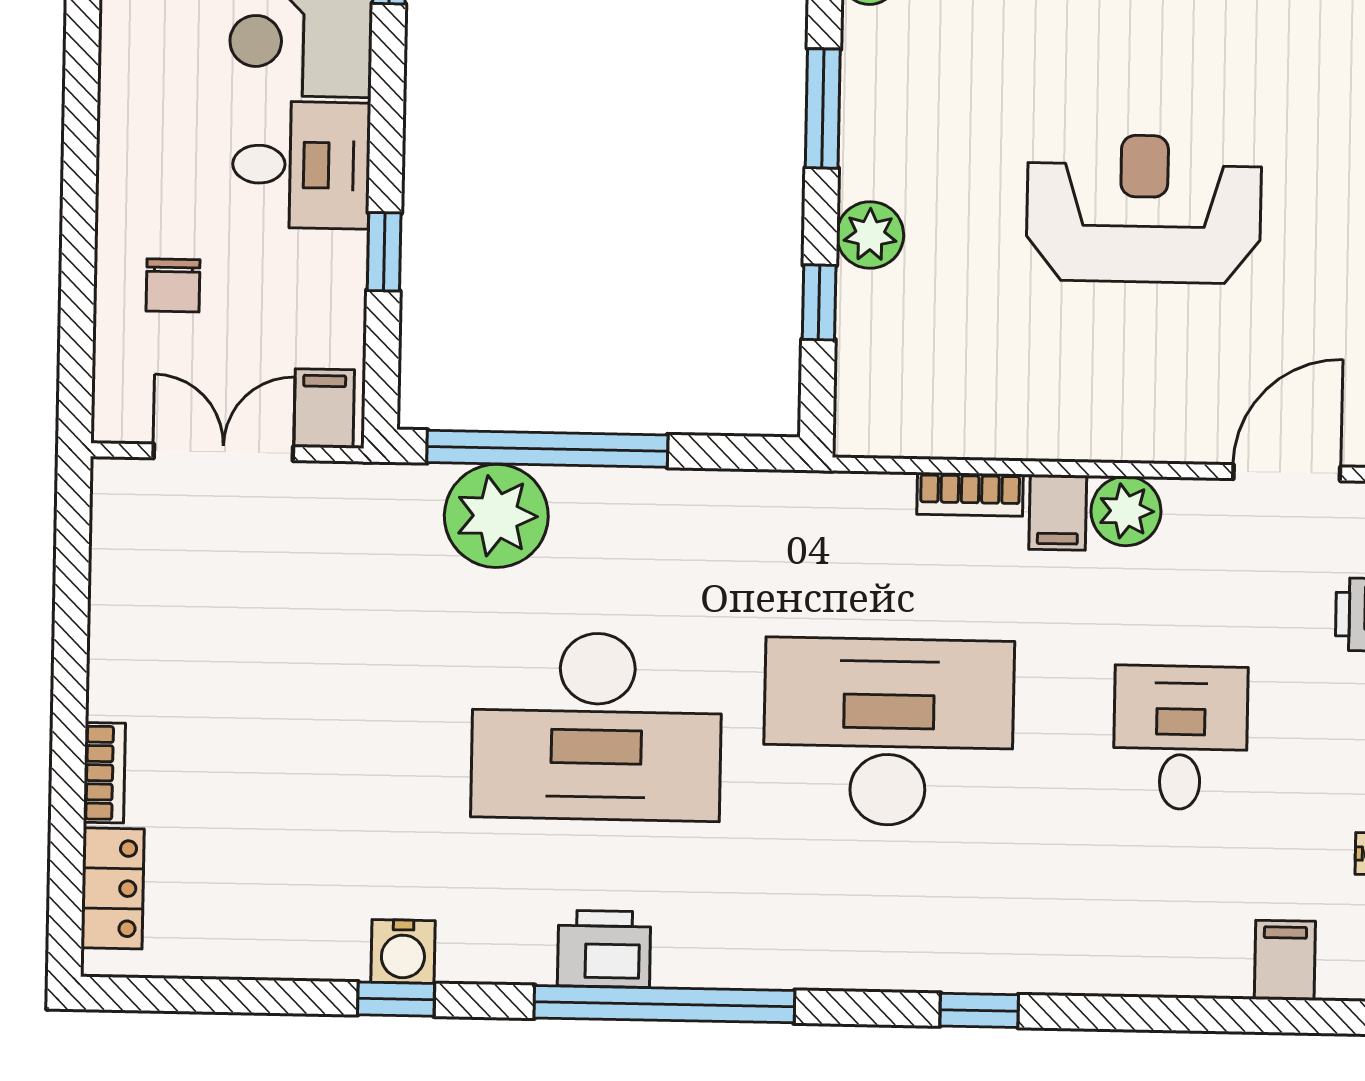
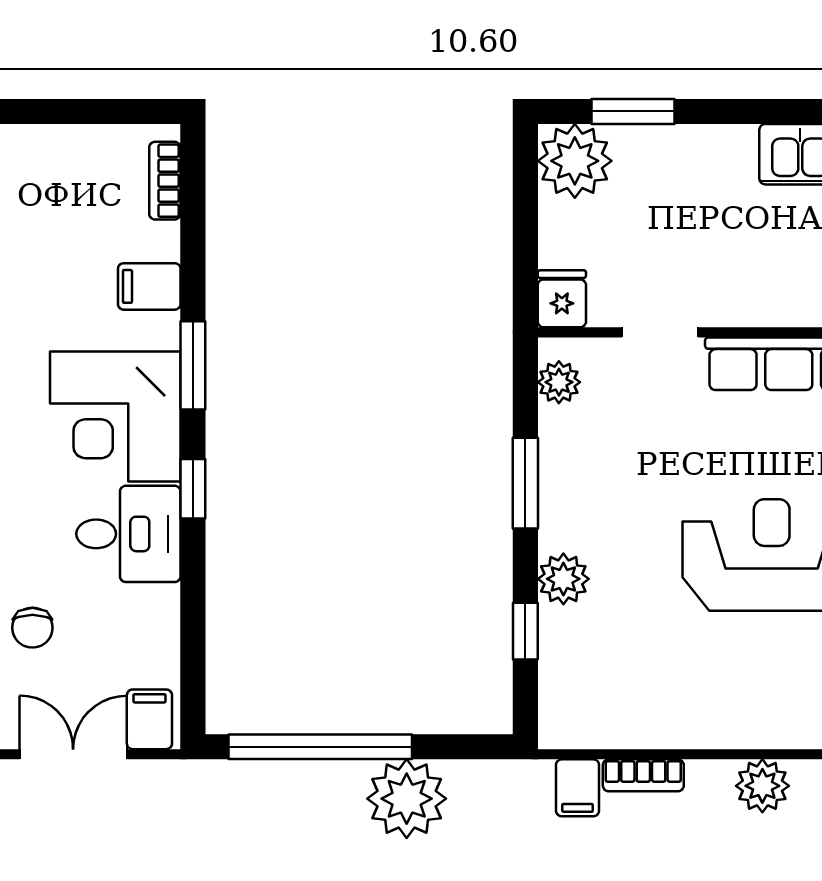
window: (384, 252) -> (193, 489), moved
filing cabinet: (1058, 512) -> (578, 788), moved
plant: (496, 516) -> (407, 799), moved

